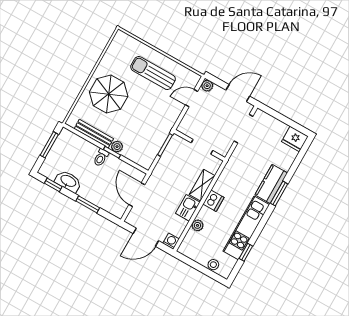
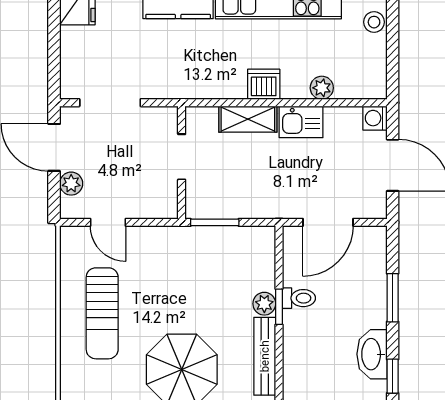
plant: (207, 86) -> (71, 184), moved
toilet: (101, 157) -> (299, 298), moved

